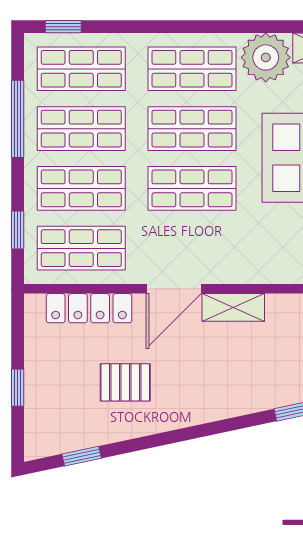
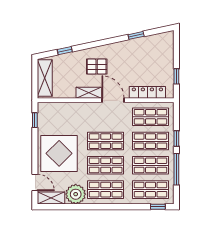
window: (18, 230) -> (176, 138), moved
door: (174, 289) -> (113, 100), hinge flipped
pallet: (125, 382) -> (97, 67), moved
window: (18, 388) -> (176, 76), moved
window: (82, 456) -> (136, 35), moved

